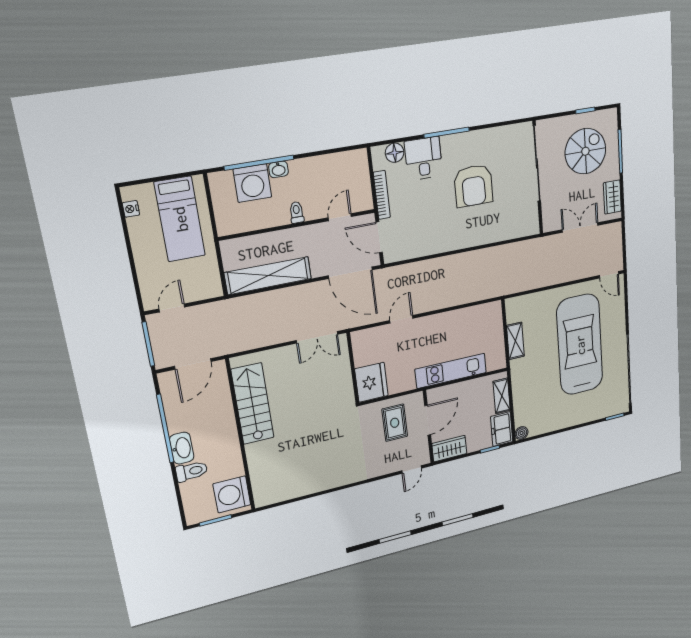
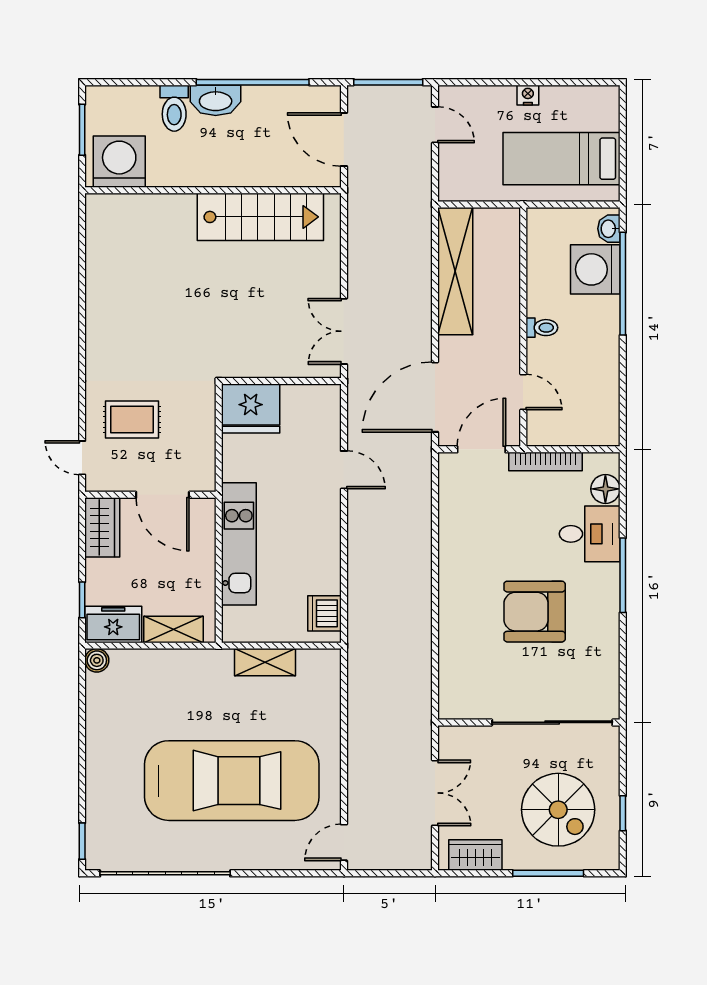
washbasin: (278, 169) -> (609, 229), moved
nightstand: (131, 209) -> (528, 95), moved
dishwasher: (486, 313) -> (324, 613), added
rug: (395, 423) -> (132, 419), moved

